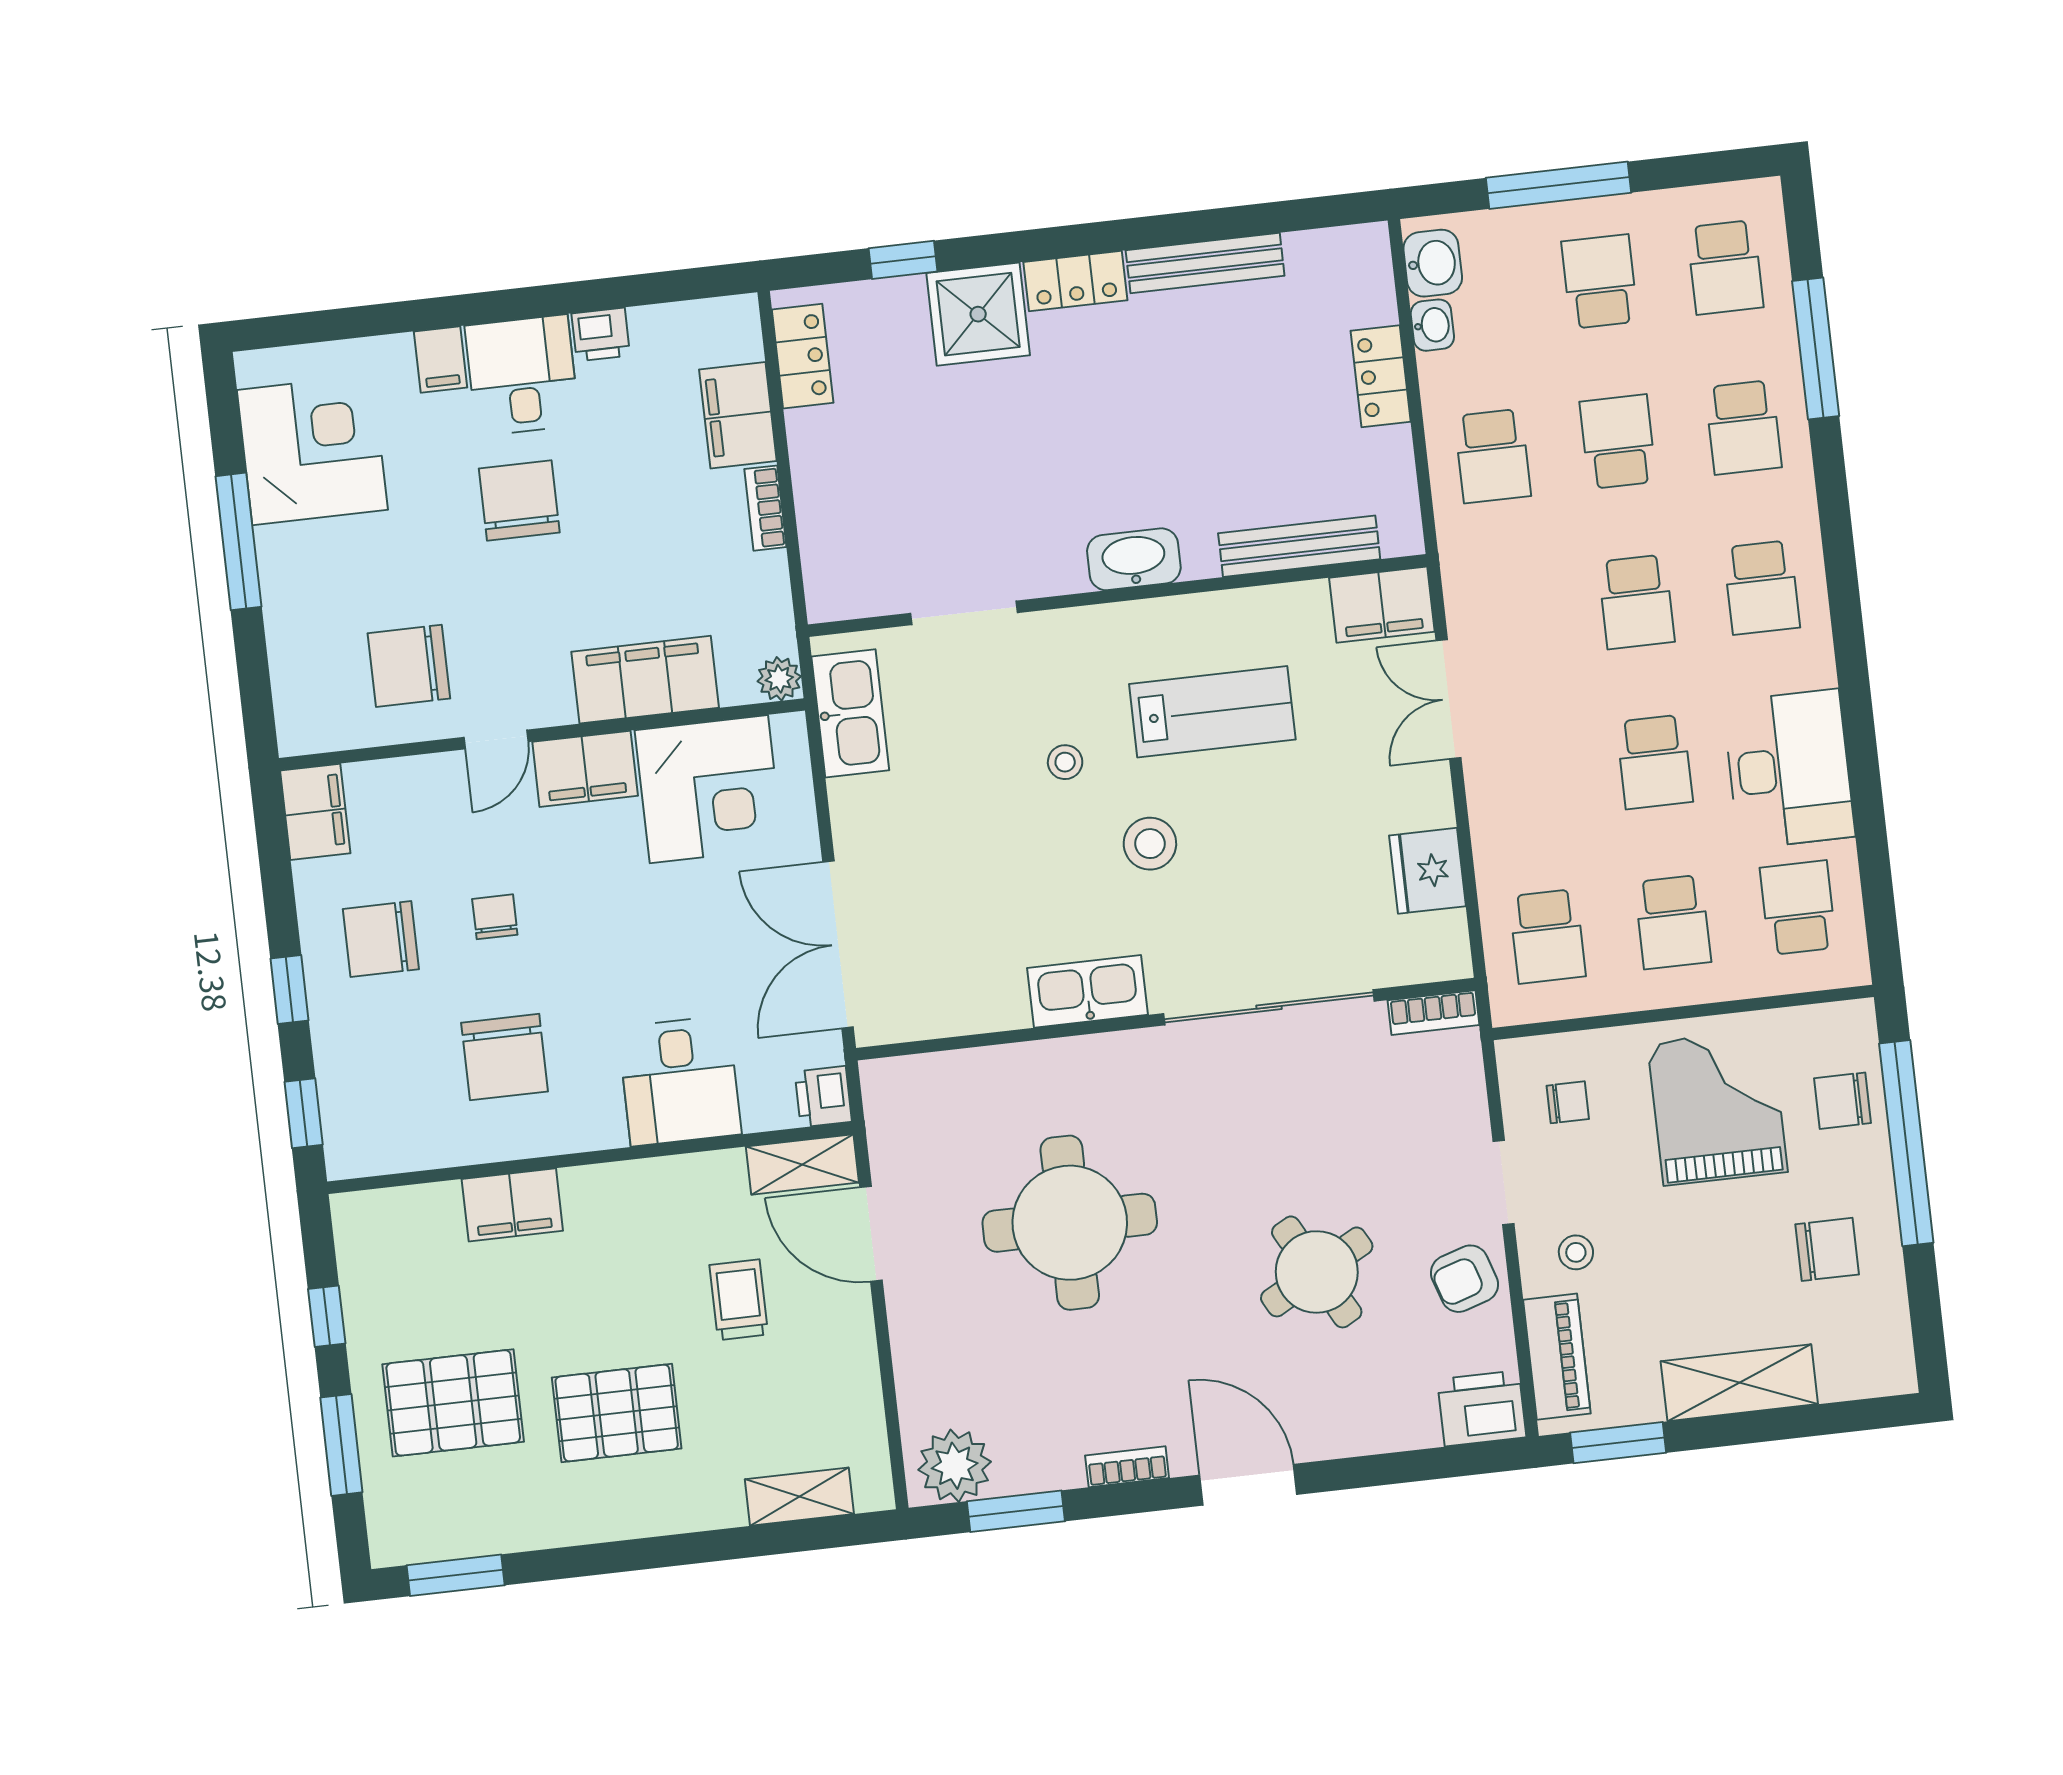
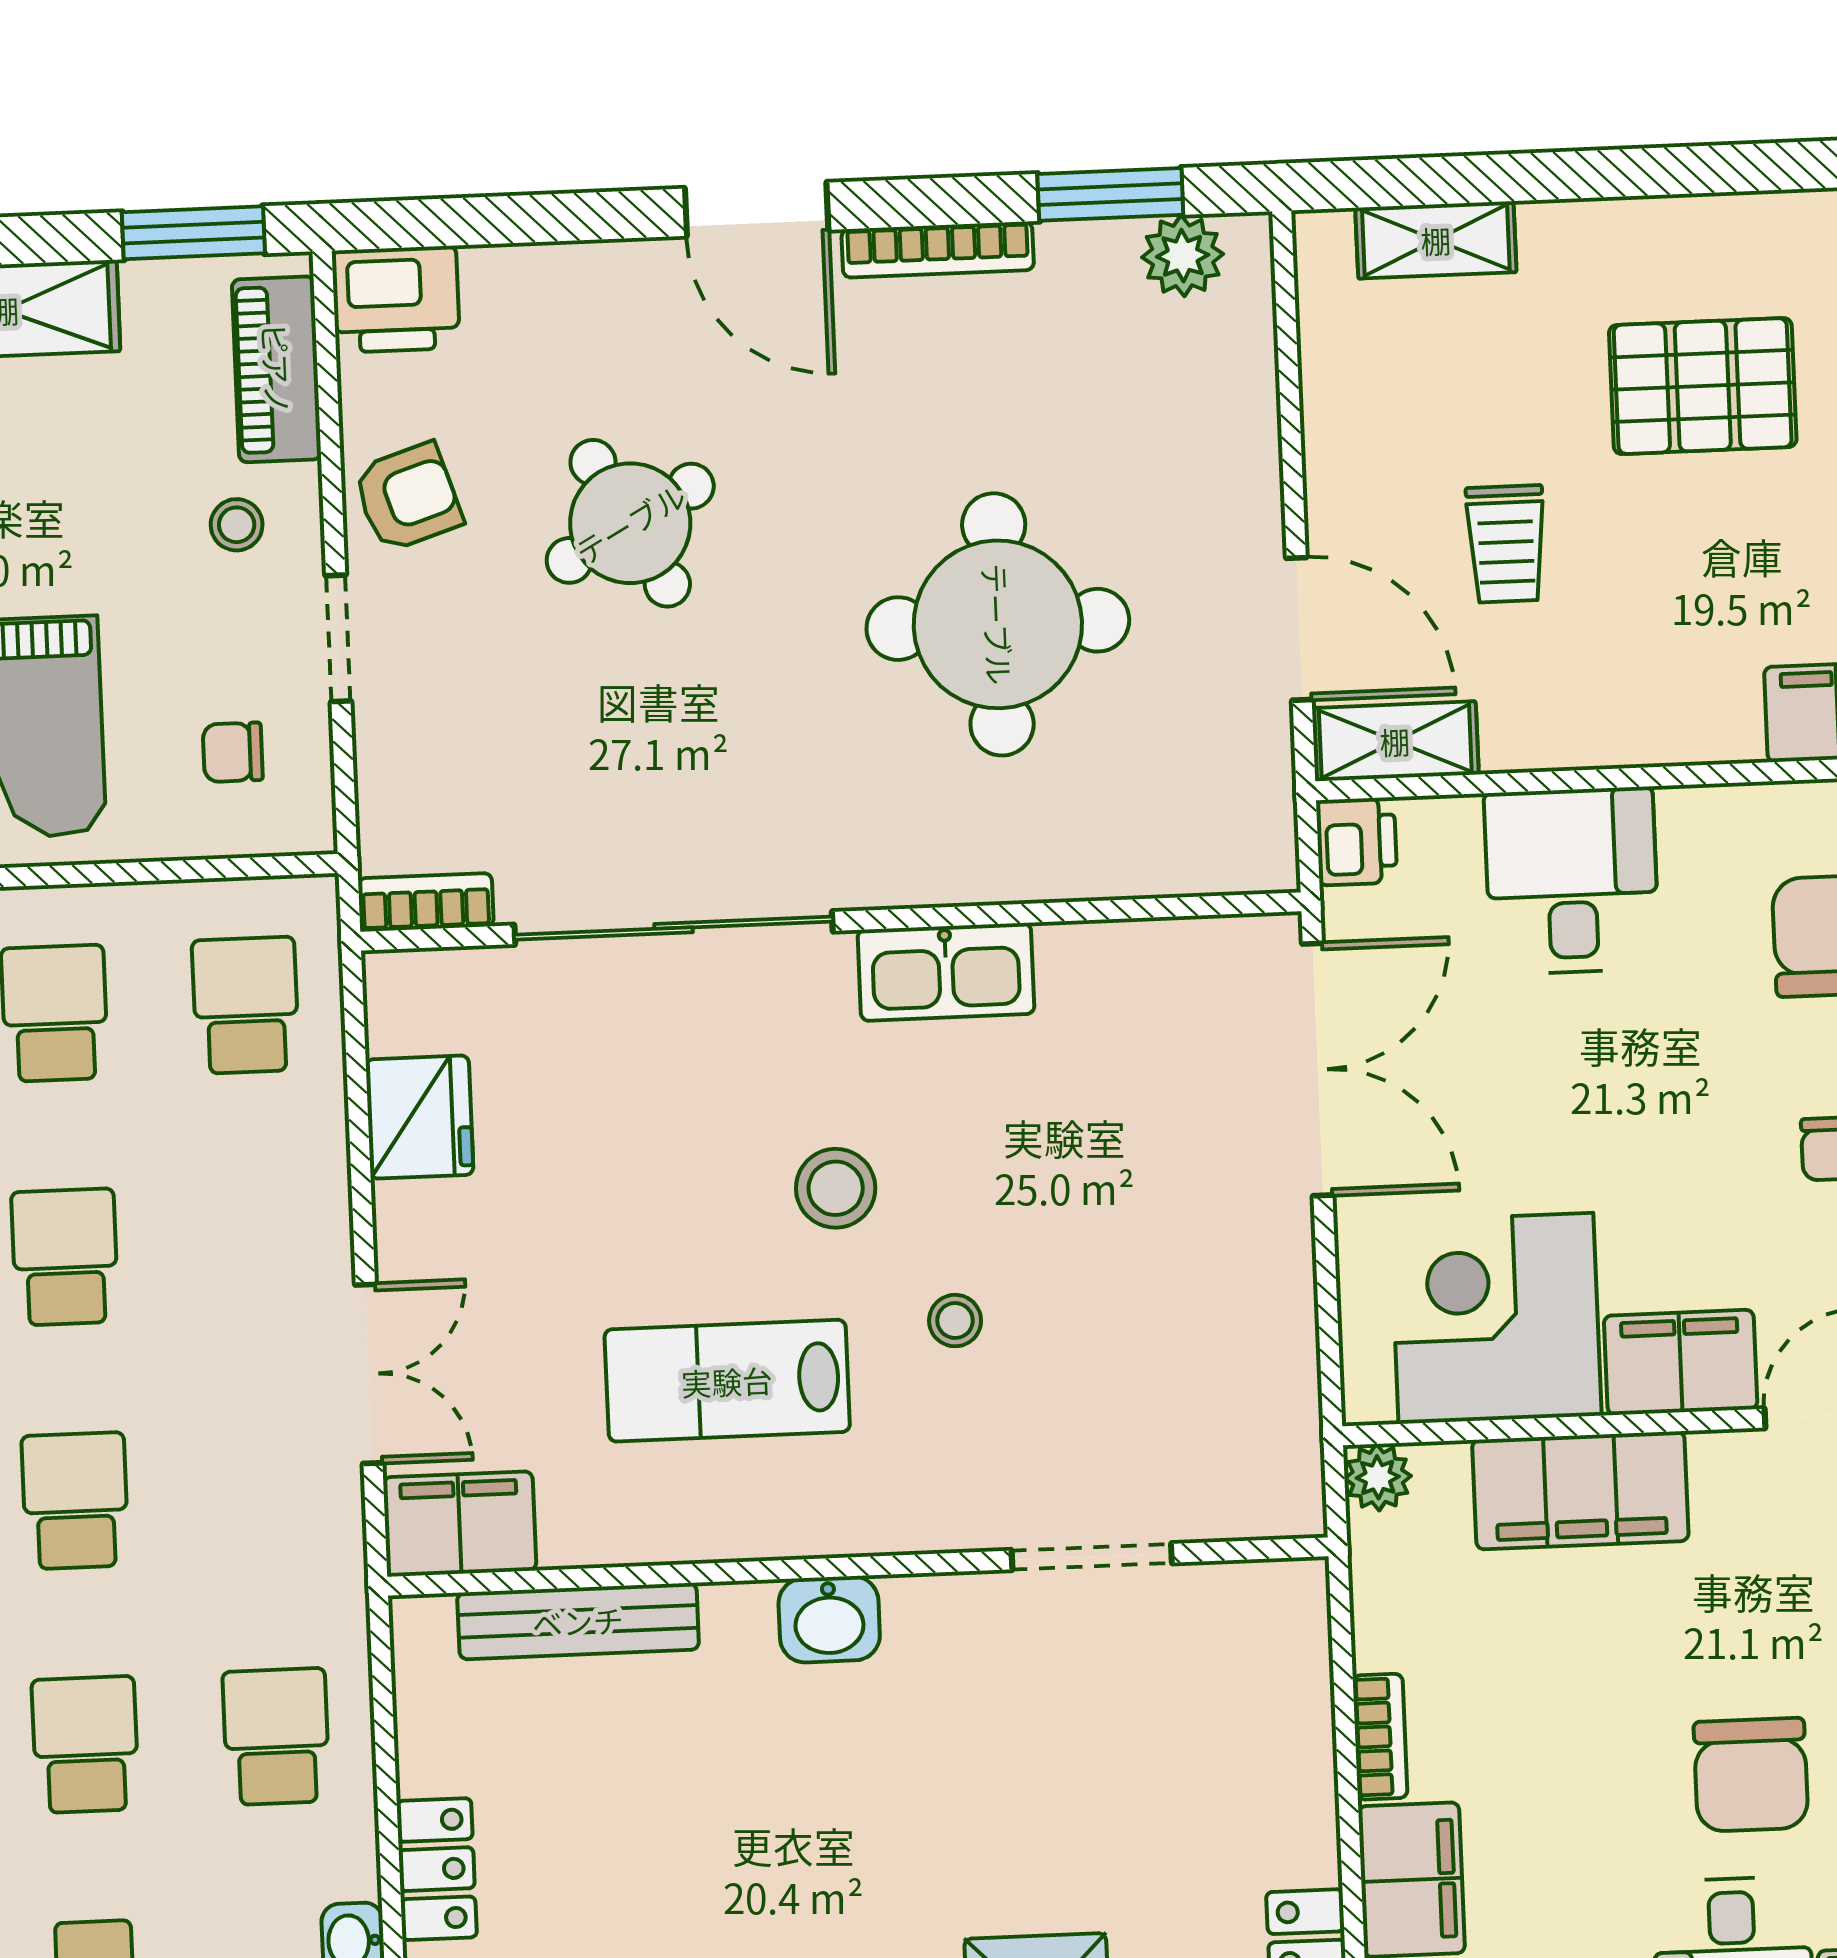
school desk: (1618, 442) -> (85, 1745), turned 180
washbasin: (1134, 559) -> (829, 1619), width x0.72
kitchen sink: (850, 713) -> (1274, 1417), removed
plant: (955, 1466) -> (1183, 256), width x0.73, depth x0.73
bookcase: (1127, 1467) -> (938, 250), width x1.56

